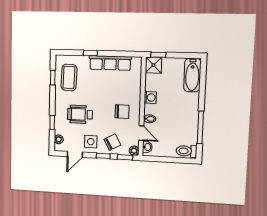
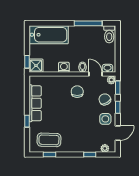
bathtub: (192, 75) -> (49, 35), width x1.36, depth x1.36
wheelchair: (80, 114) -> (81, 129), removed
door: (141, 133) -> (95, 74), hinge flipped
door: (75, 154) -> (118, 133), hinge flipped

